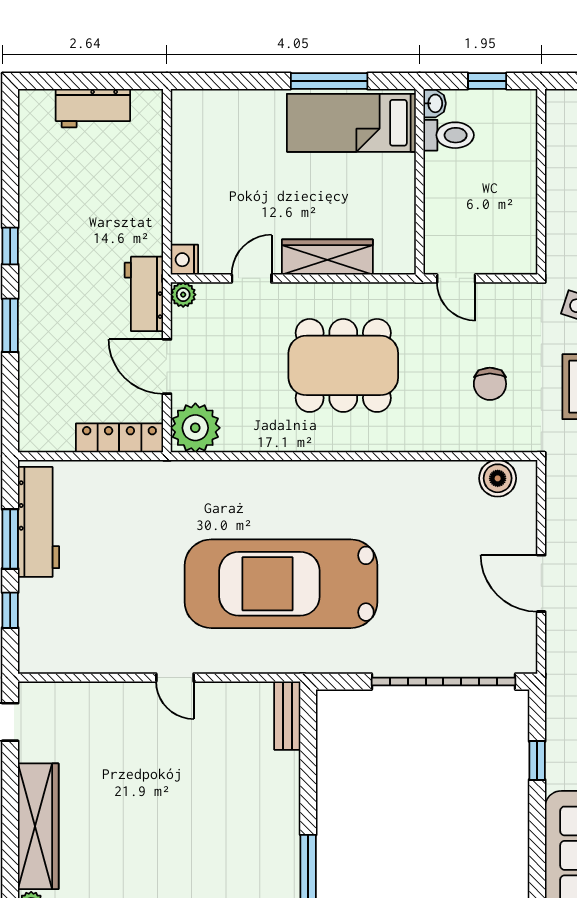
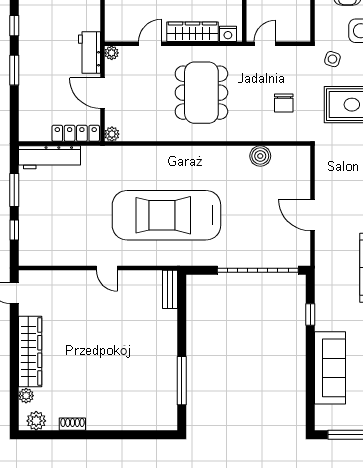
nightstand: (184, 260) -> (228, 34), moved, turned -90
door: (456, 278) -> (265, 44), swing flipped
dining table: (343, 365) -> (201, 93), turned 90
plant: (195, 428) -> (112, 134), width x0.53, depth x0.53
boiler: (498, 478) -> (260, 156), moved
workbench: (39, 522) -> (50, 157), moved, turned 90

